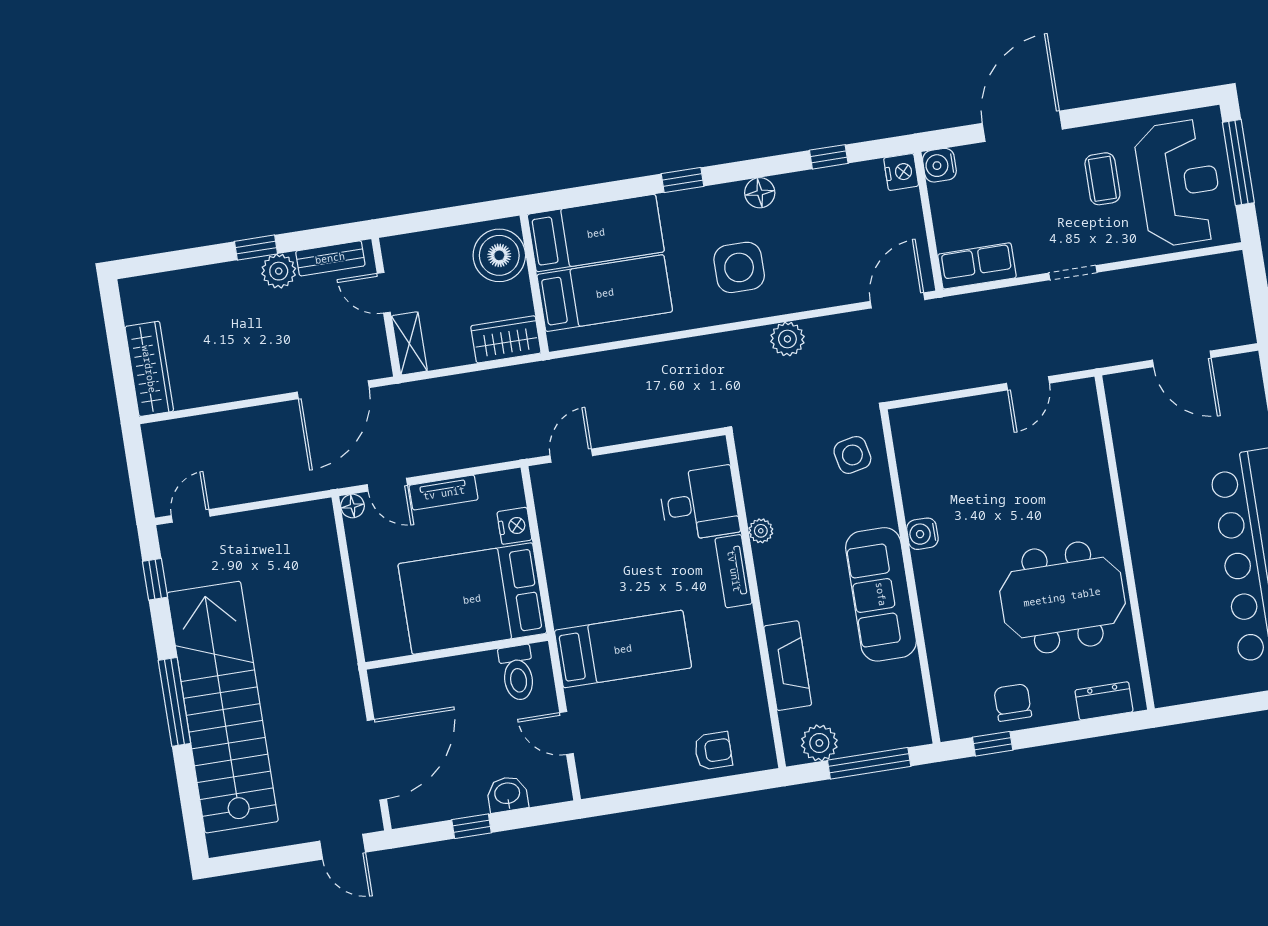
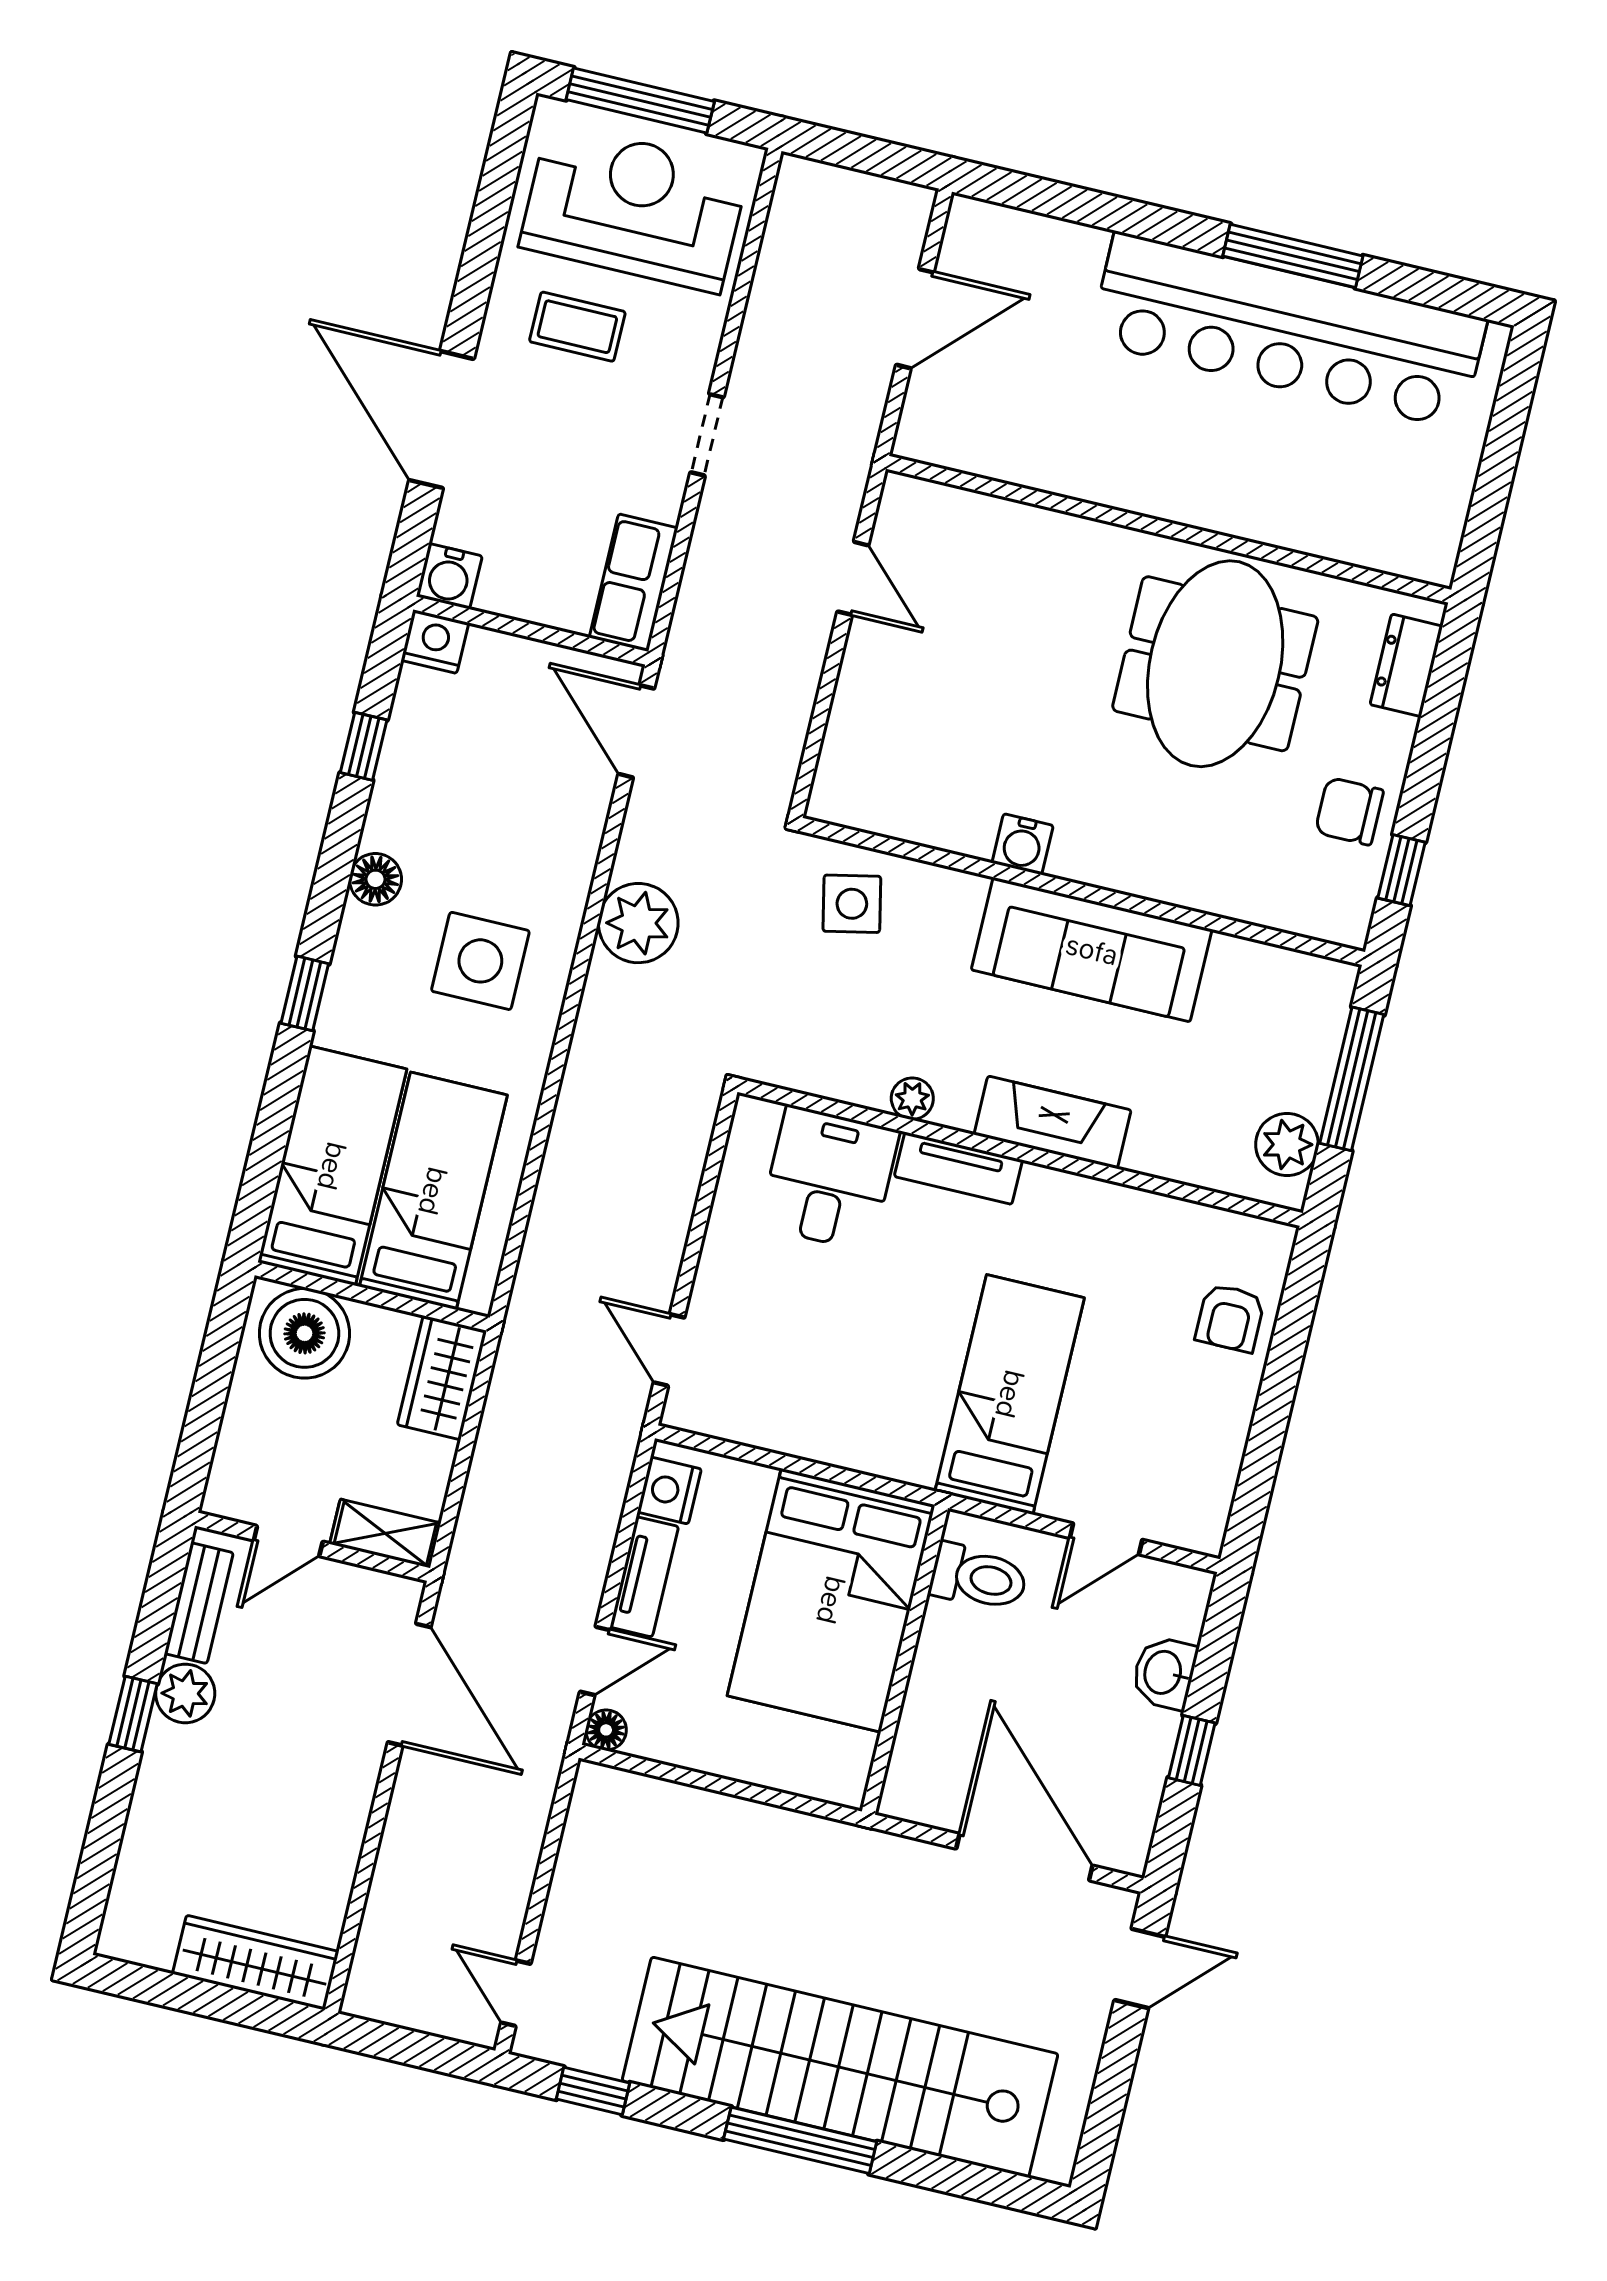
plant: (787, 339) -> (638, 923), width x1.36, depth x1.36
nightstand: (514, 526) -> (669, 1490), moved, turned -90
fireplace: (788, 666) -> (1053, 1122), moved
armchair: (713, 751) -> (1230, 1318), turned 180

